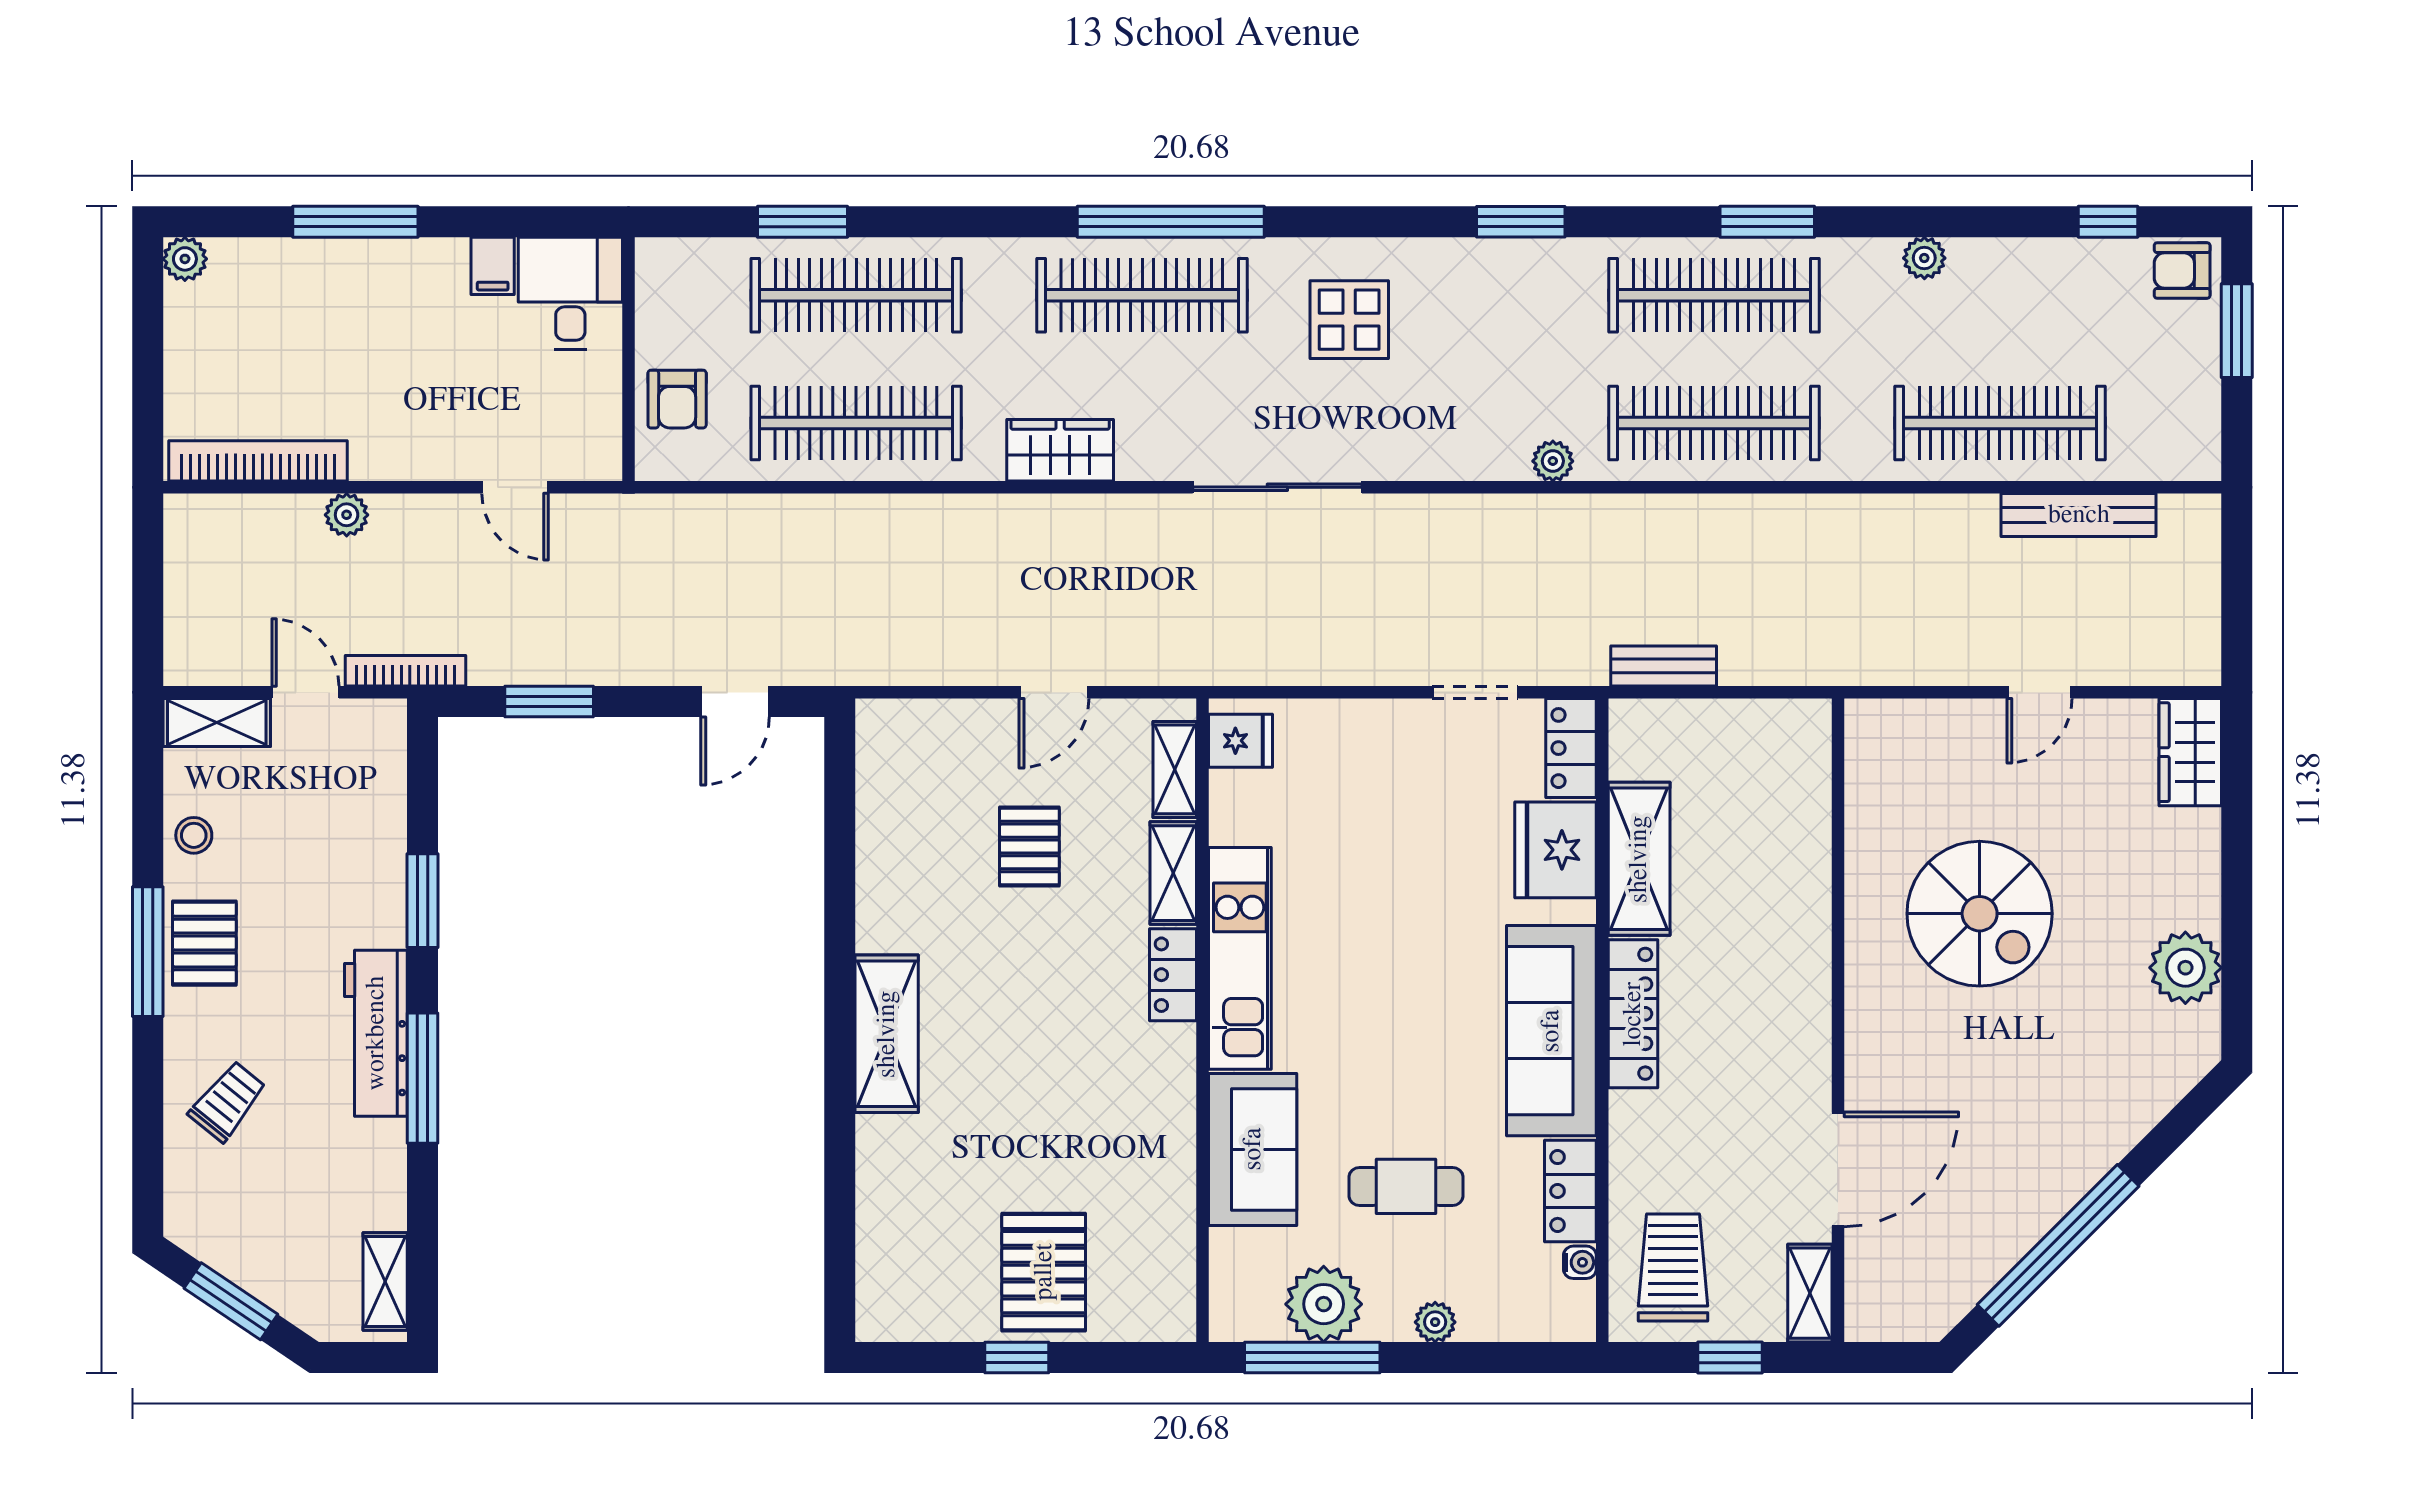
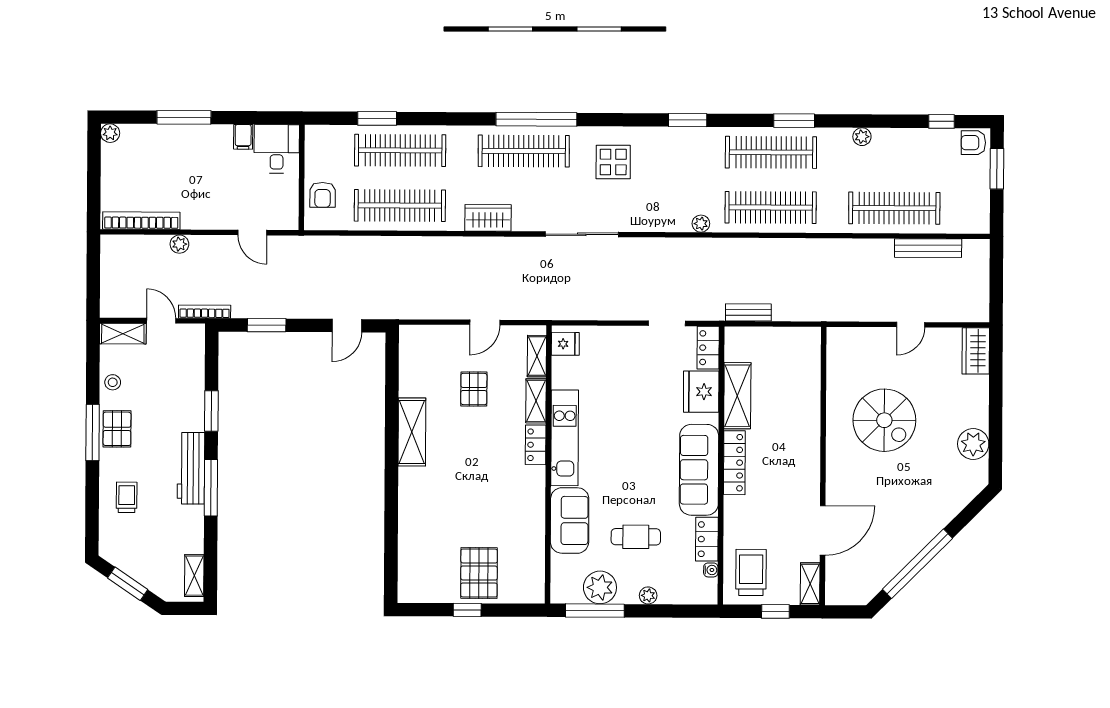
shelving: (887, 1034) -> (412, 432), moved
trolley: (228, 1101) -> (127, 497), turned -39

